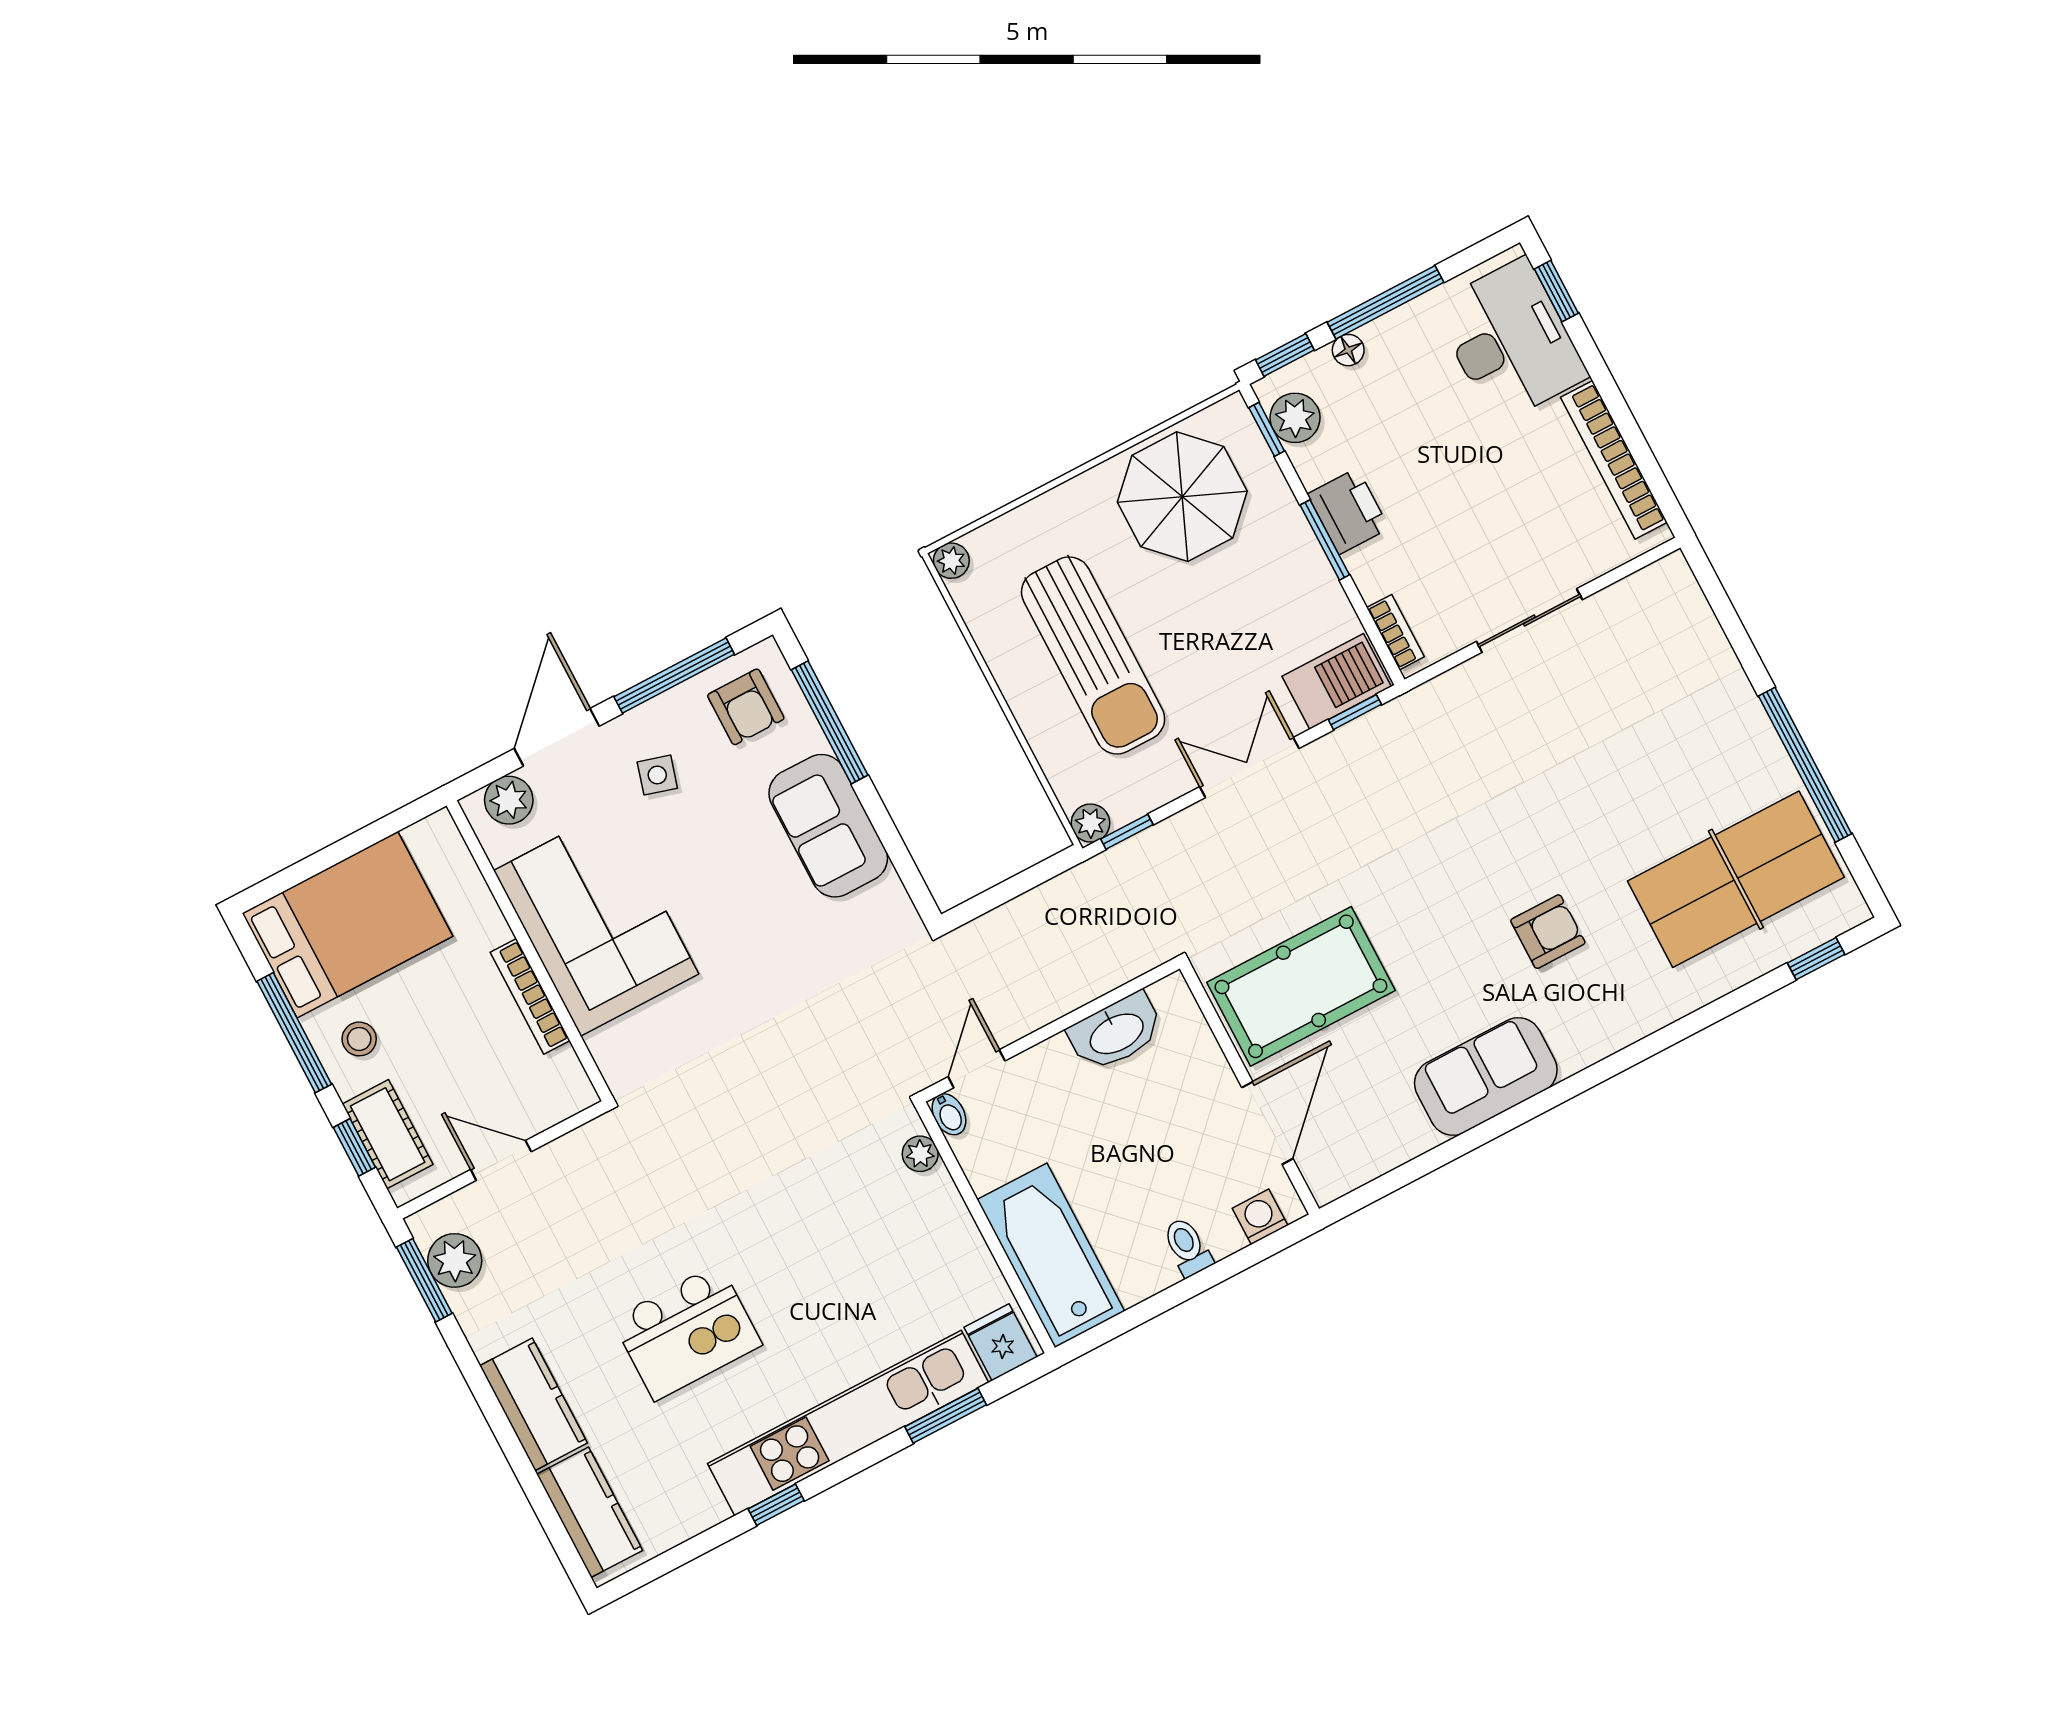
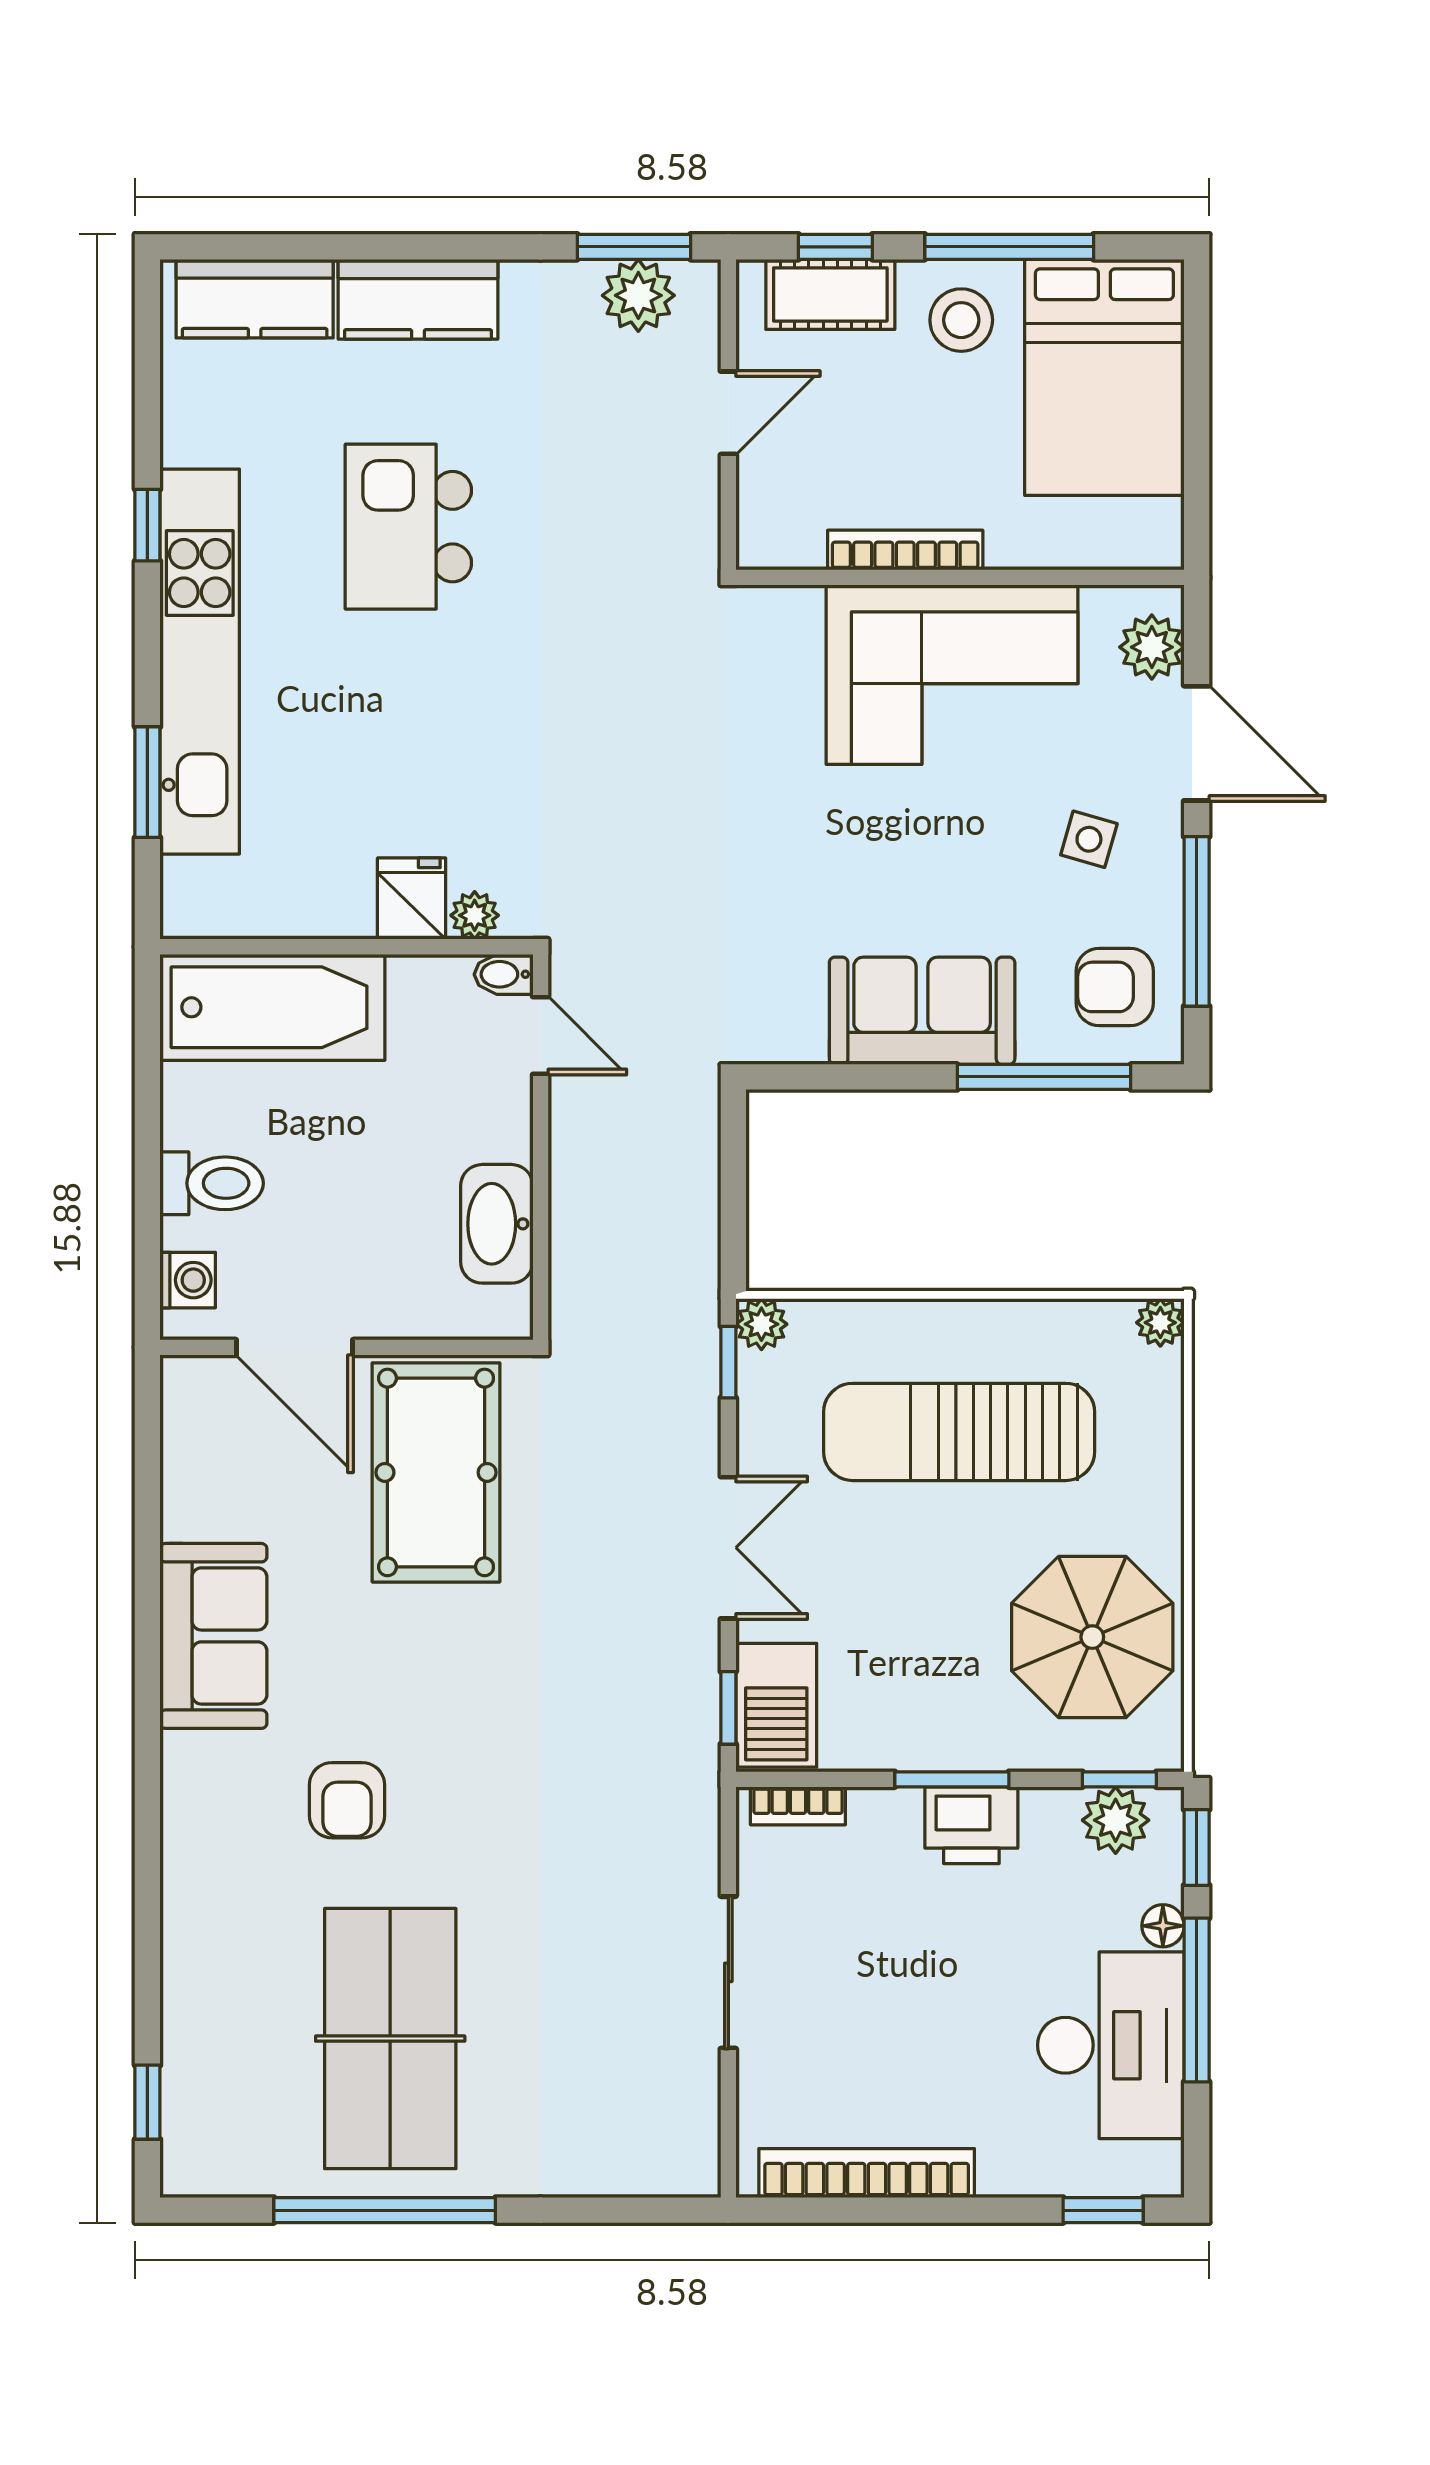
desk: (1510, 341) -> (1111, 2045), moved, turned -90
table tennis table: (1736, 879) -> (390, 2039), moved
stool: (359, 1039) -> (961, 320), width x1.37, depth x1.37
toilet: (1187, 1247) -> (212, 1183), width x1.37, depth x1.39
fridge: (1000, 1342) -> (412, 899), moved, turned -90

